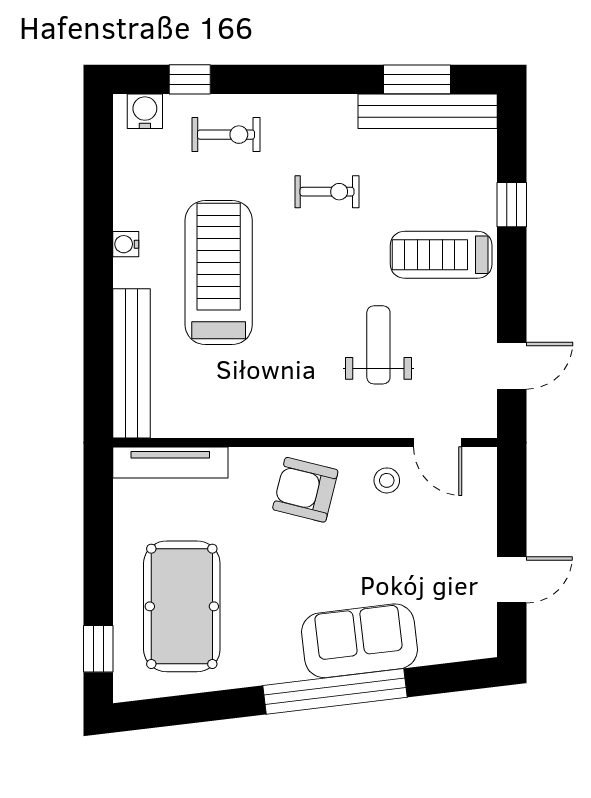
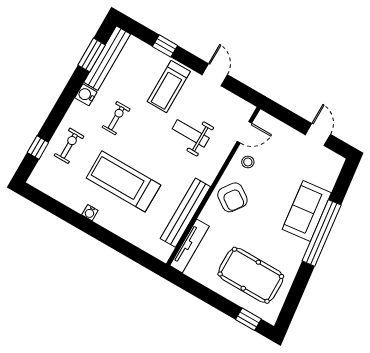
water cooler: (145, 111) -> (86, 95), moved
bench: (131, 363) -> (185, 213), moved, turned 90
door: (512, 366) -> (215, 75), moved
armchair: (305, 490) -> (232, 197), turned -69

